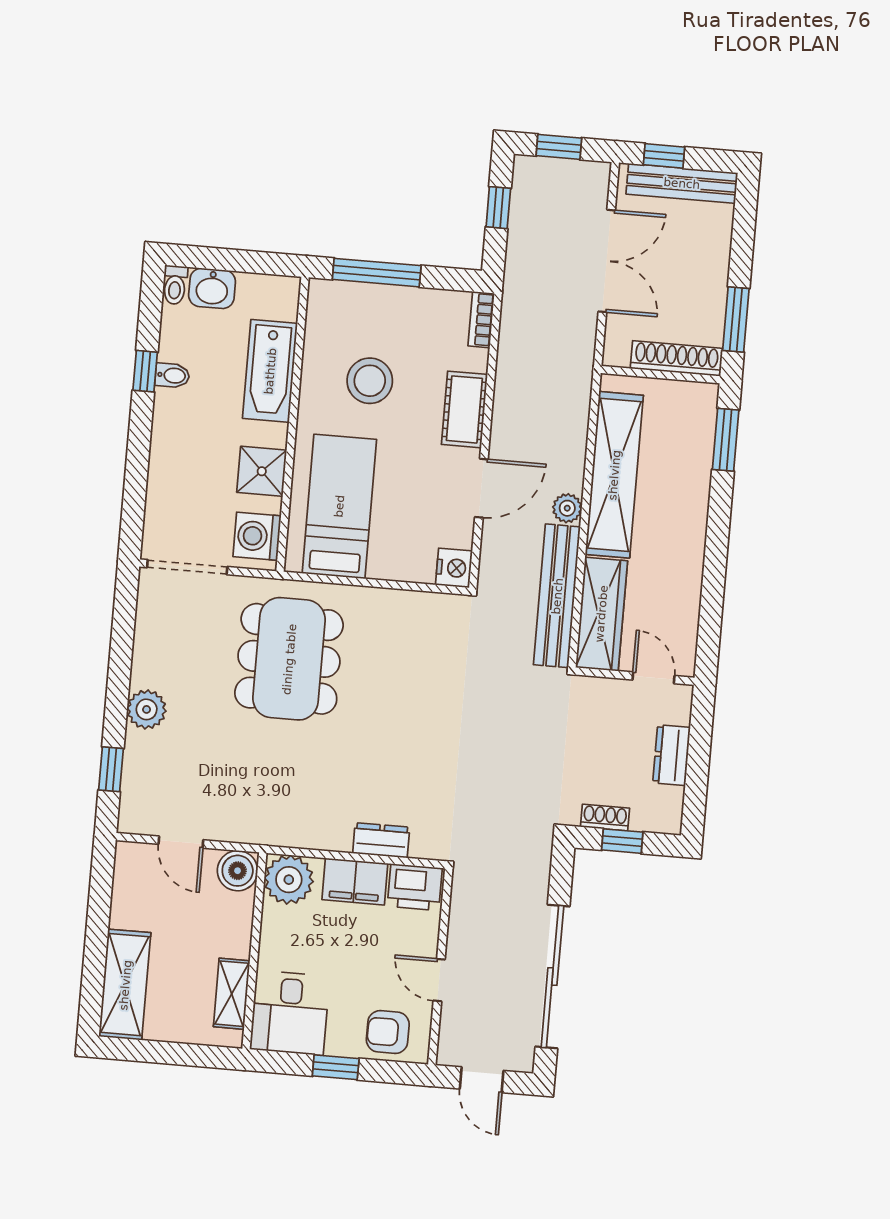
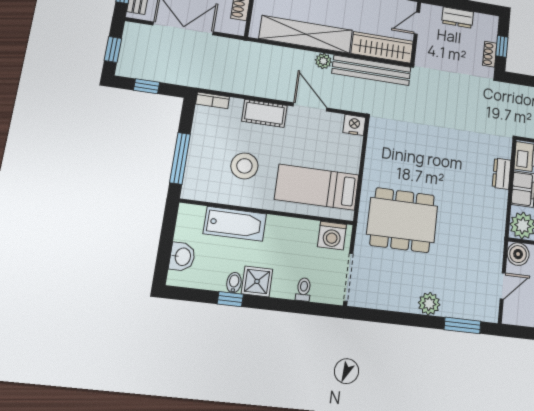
toilet: (175, 285) -> (304, 289), moved, turned -90
shower: (262, 471) -> (257, 281), moved
window: (111, 769) -> (462, 325), width x1.50

